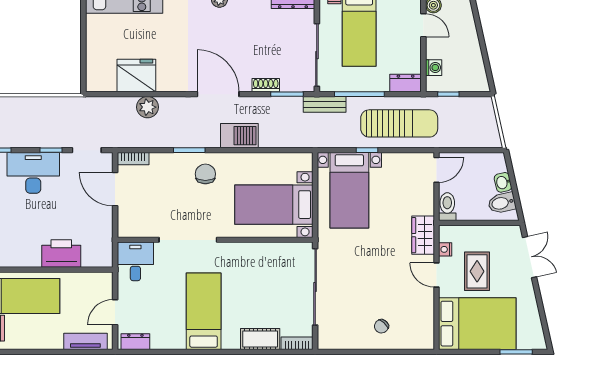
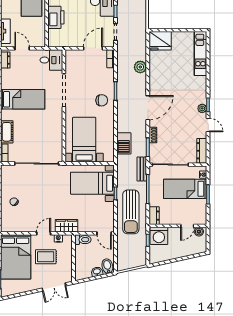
washing machine: (434, 68) -> (159, 236), width x1.89, depth x1.89
fridge: (136, 75) -> (160, 41), moved, turned 90
barbecue: (239, 136) -> (124, 143), moved
bidet: (502, 203) -> (107, 266), moved

